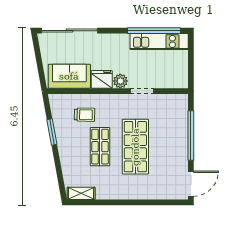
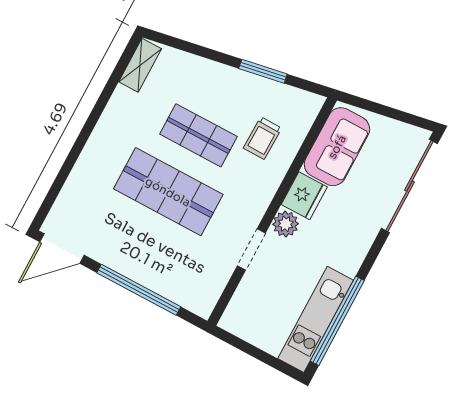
door: (191, 184) -> (62, 249), hinge flipped

